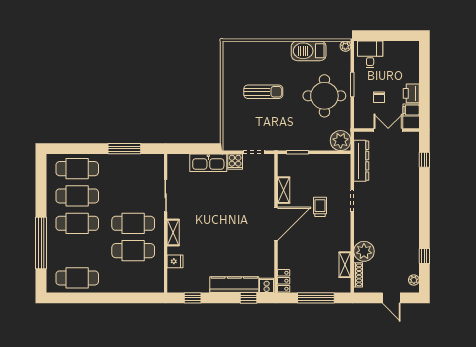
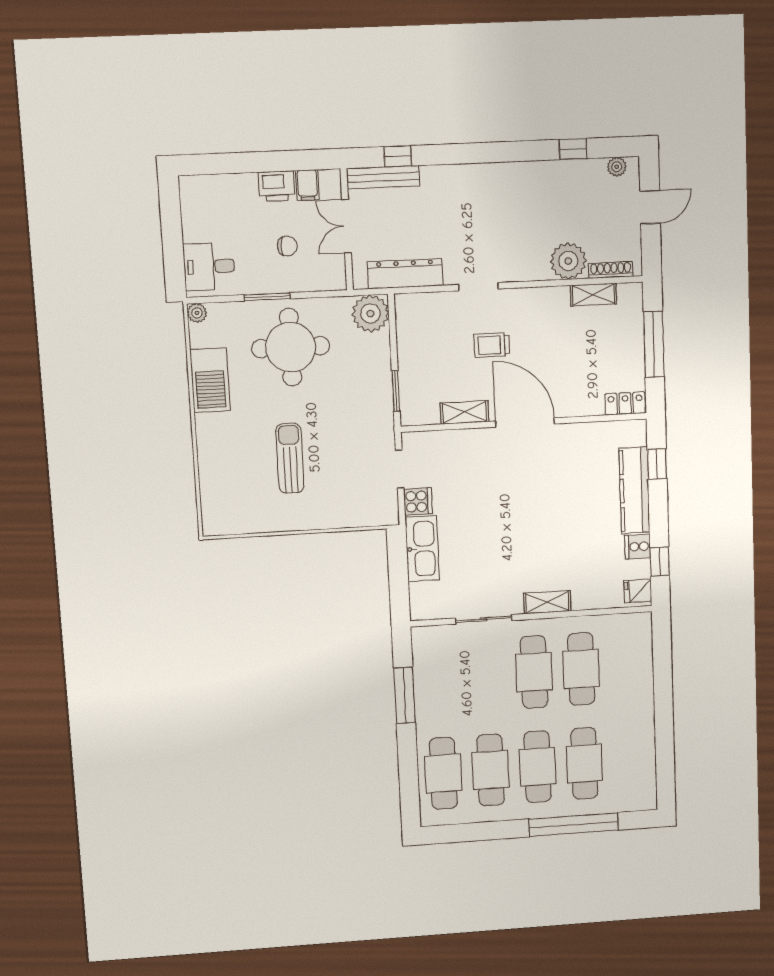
bench: (414, 151) -> (383, 177), added
fridge: (175, 261) -> (638, 591), moved, turned -90
cafe table: (77, 278) -> (584, 763), moved
cooker: (267, 285) -> (638, 547), moved

